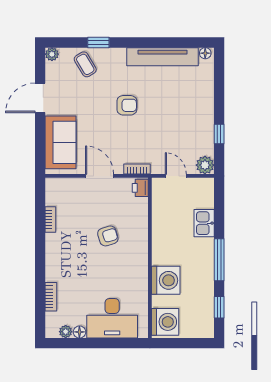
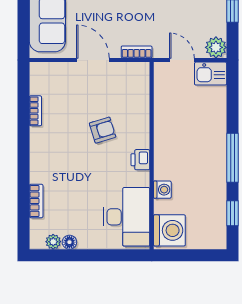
printer: (140, 188) -> (140, 160), moved
kitchen sink: (204, 223) -> (211, 74), moved, turned -90
washing machine: (166, 280) -> (162, 190), width x0.53, depth x0.53
desk: (112, 318) -> (127, 217), moved, turned -90

